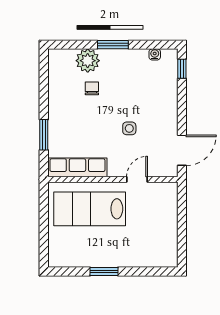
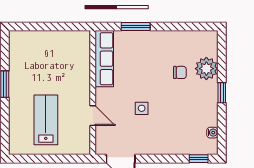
window: (113, 45) -> (222, 93), width x0.67
lab bench: (90, 209) -> (46, 120), moved, width x0.73, depth x0.72

